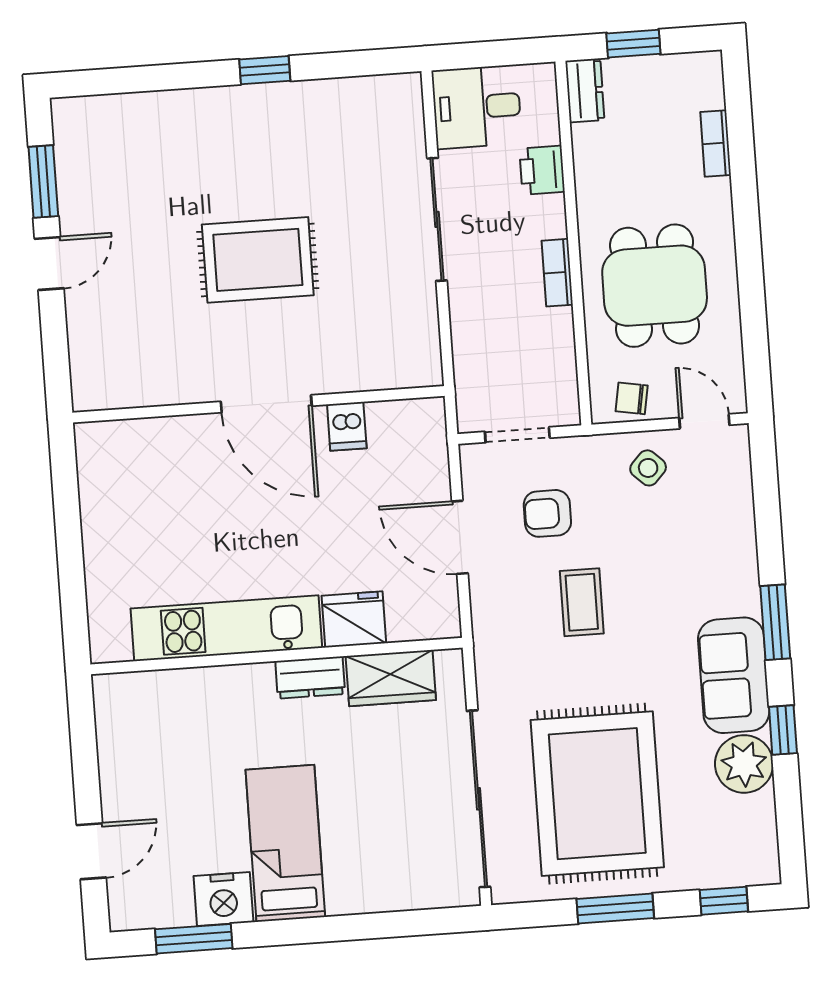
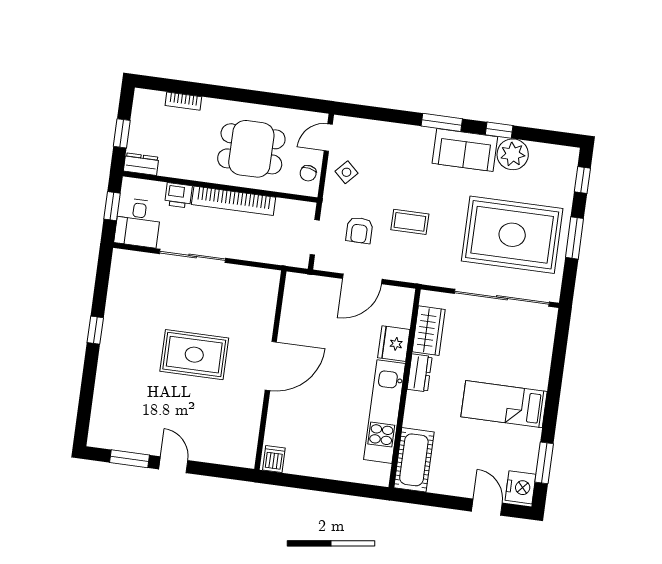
window: (497, 53) -> (112, 206), added
rug: (258, 260) -> (194, 355), turned 90
bookcase: (557, 273) -> (234, 201), width x2.31, depth x1.31
dishwasher: (347, 426) -> (274, 459), moved, turned -90
cot: (150, 700) -> (414, 460), added
nightstand: (223, 899) -> (521, 487), moved

